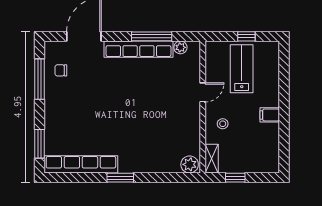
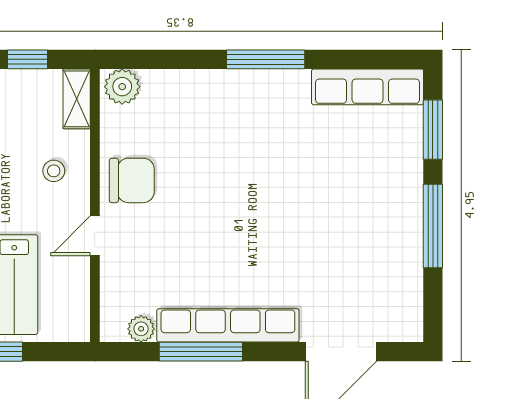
chair: (61, 70) -> (132, 180), moved, width x1.87, depth x1.87
window: (40, 79) -> (433, 226), moved
row of seats: (81, 164) -> (368, 87), width x0.73
window: (120, 178) -> (266, 59), width x1.44

